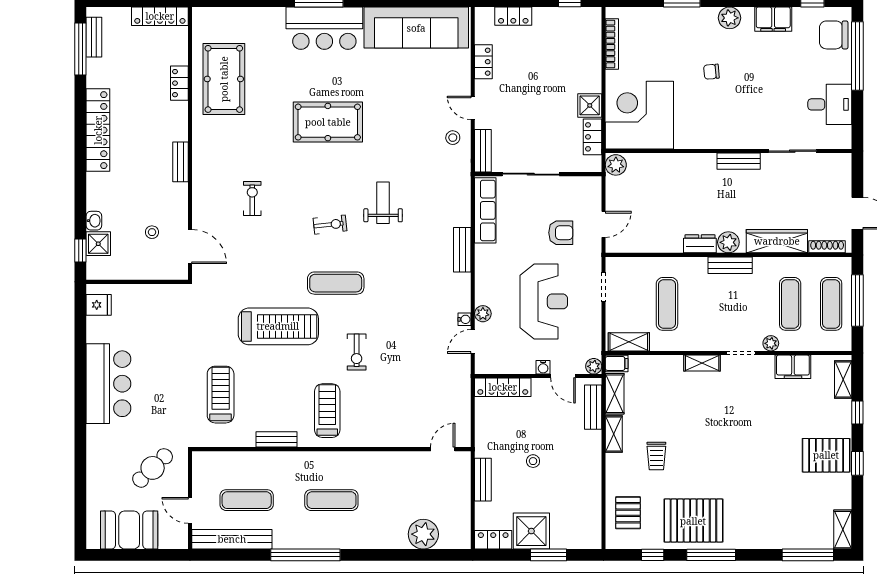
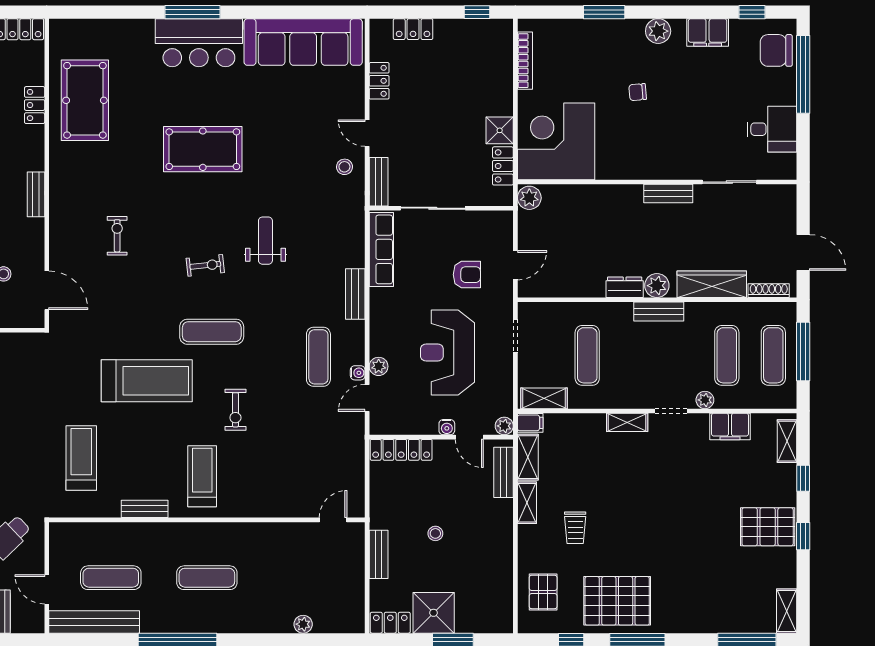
reception desk: (544, 301) -> (447, 353), turned 180
exercise mat: (430, 305) -> (318, 357), added
plant: (423, 534) -> (303, 624), width x0.53, depth x0.53

